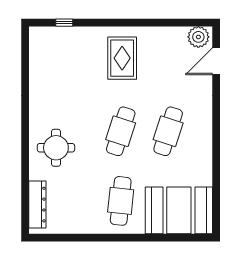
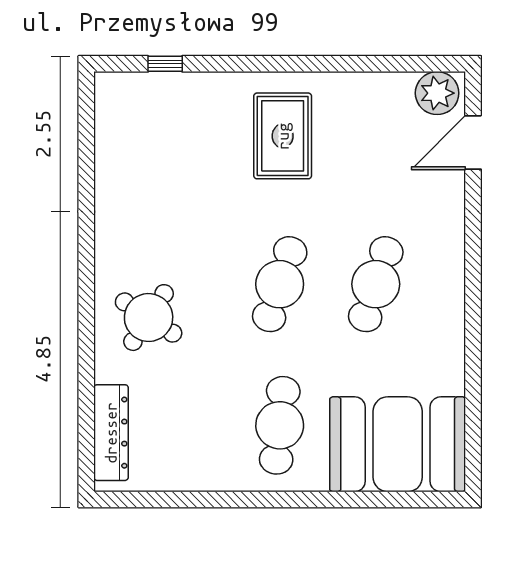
round table: (56, 148) -> (149, 318), turned 33

